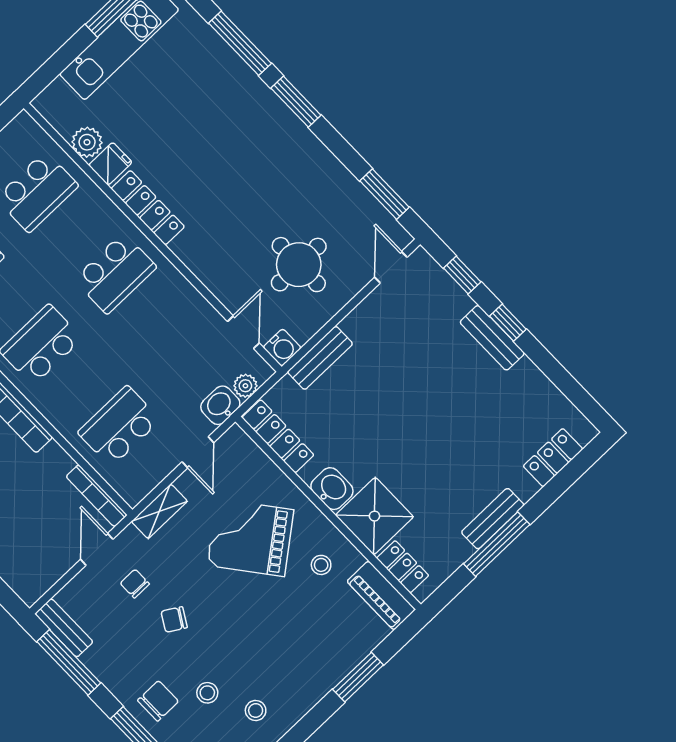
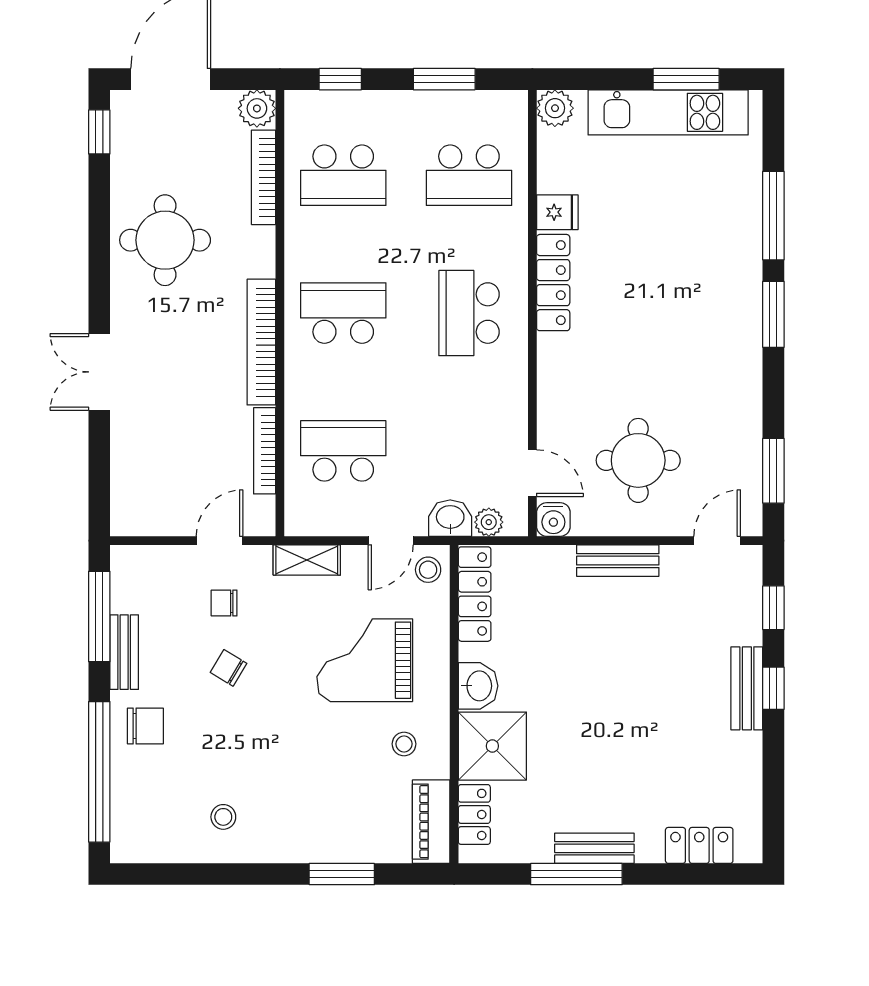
plant: (87, 142) -> (555, 108), moved
school desk: (115, 273) -> (469, 313), turned 90
door: (243, 332) -> (532, 473), hinge flipped
bench: (320, 358) -> (618, 561), moved
bookcase: (97, 496) -> (265, 451), moved
grand piano: (250, 538) -> (365, 660), turned -52
chair: (135, 584) -> (224, 603), turned -90
bench: (64, 628) -> (124, 652), moved
stool: (207, 693) -> (428, 570), moved

